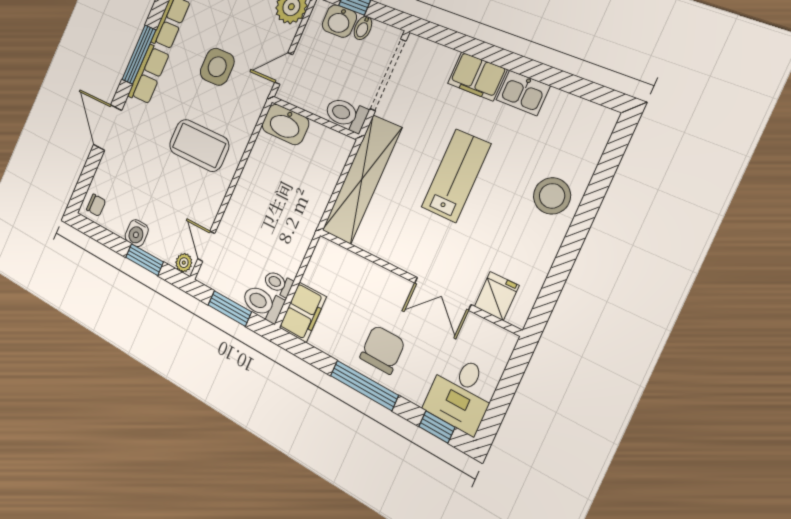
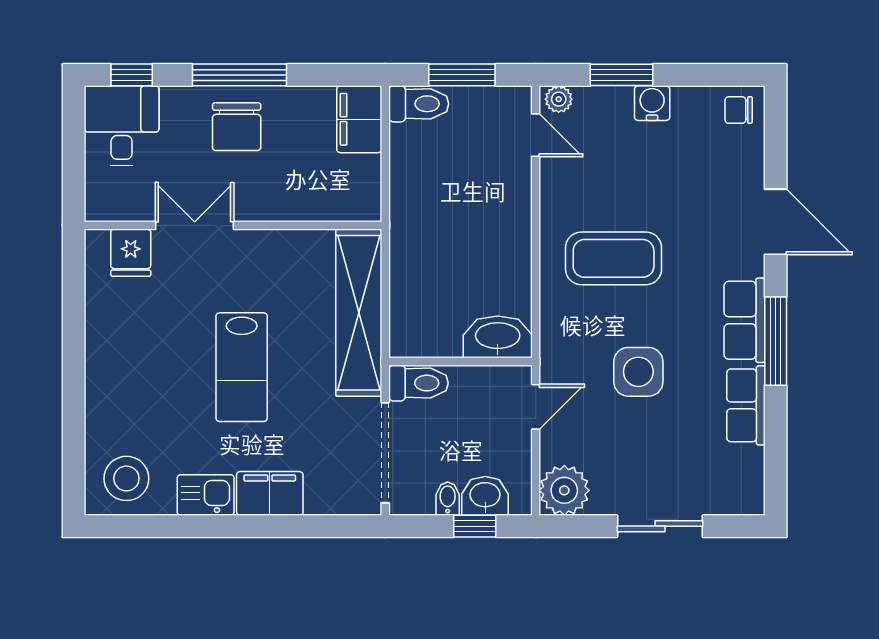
stool: (552, 196) -> (126, 478), moved
toilet: (278, 283) -> (410, 138), removed

